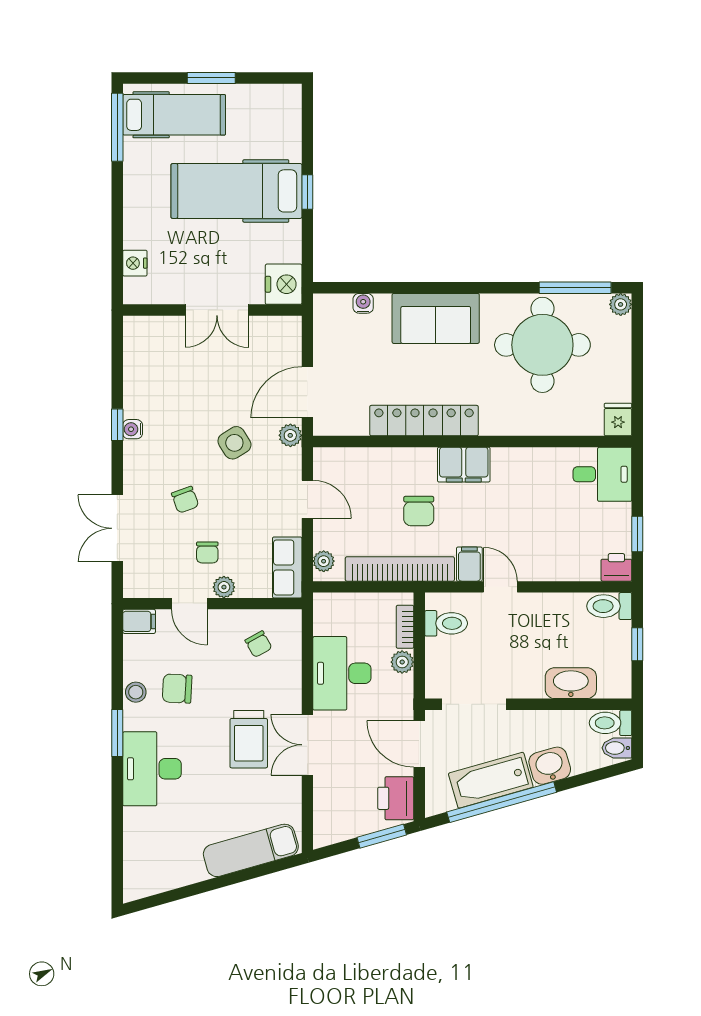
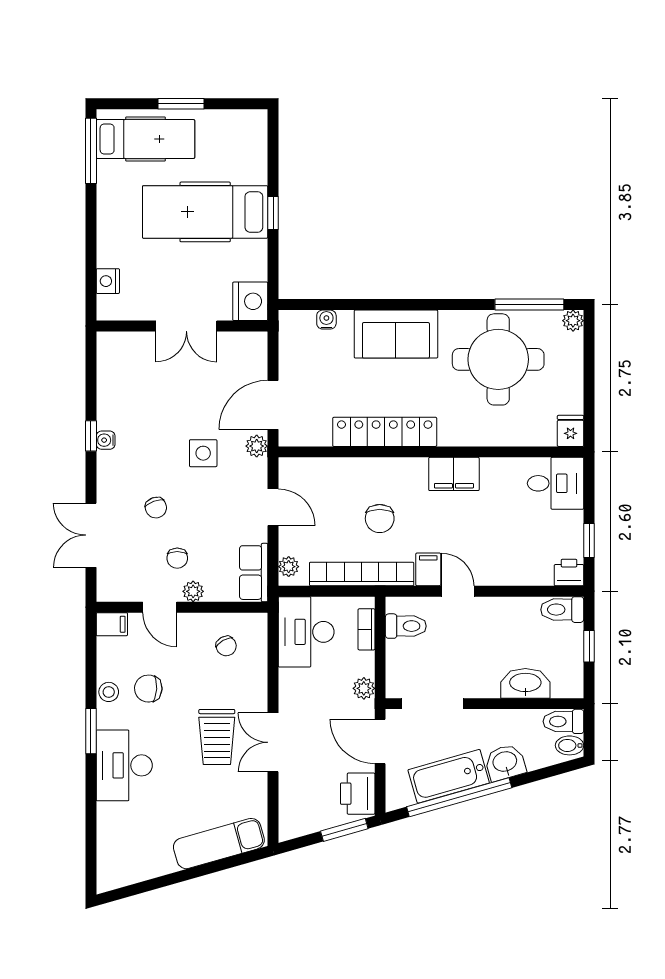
side table: (234, 443) -> (203, 453), turned 32
filing cabinet: (464, 465) -> (454, 474), moved
plant: (402, 662) -> (364, 688), moved
desk: (342, 673) -> (306, 632), moved

